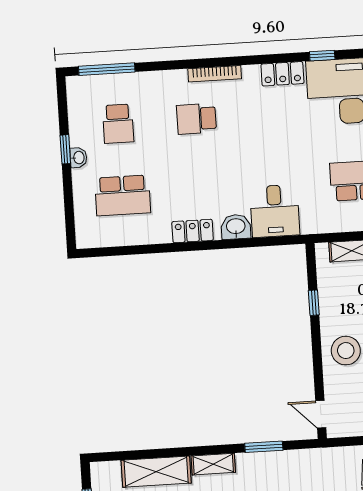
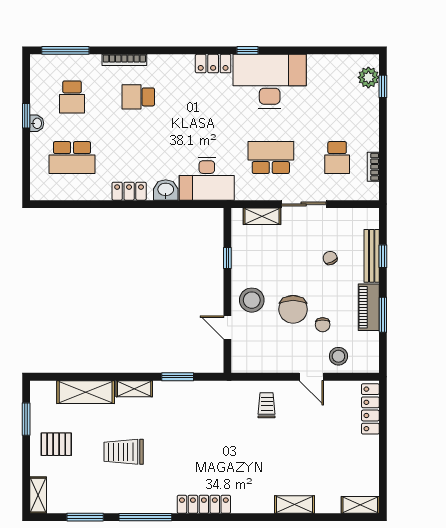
bookcase: (215, 74) -> (124, 60), moved
desk: (275, 211) -> (207, 179), width x1.37
door: (321, 414) -> (227, 328), moved

